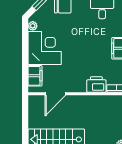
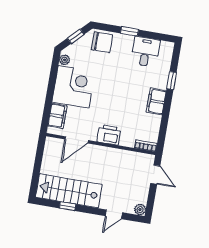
printer: (96, 84) -> (109, 135), moved

